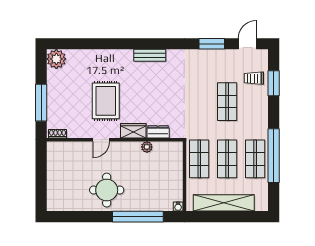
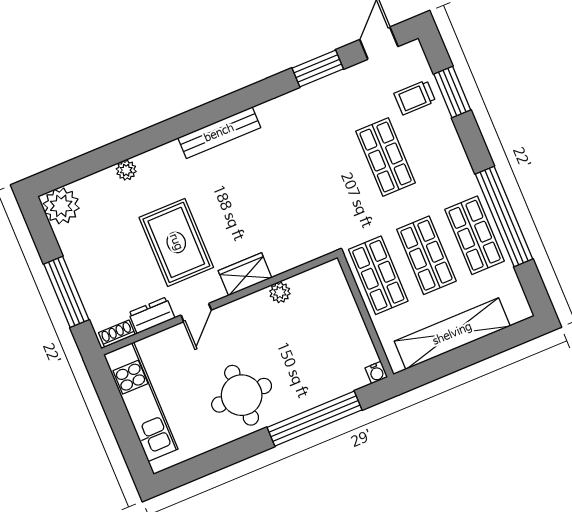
plant: (96, 55) -> (126, 170), added
bench: (150, 55) -> (219, 133), width x1.36
dresser: (158, 132) -> (152, 315), moved
kitchen unit: (55, 172) -> (141, 402), added

